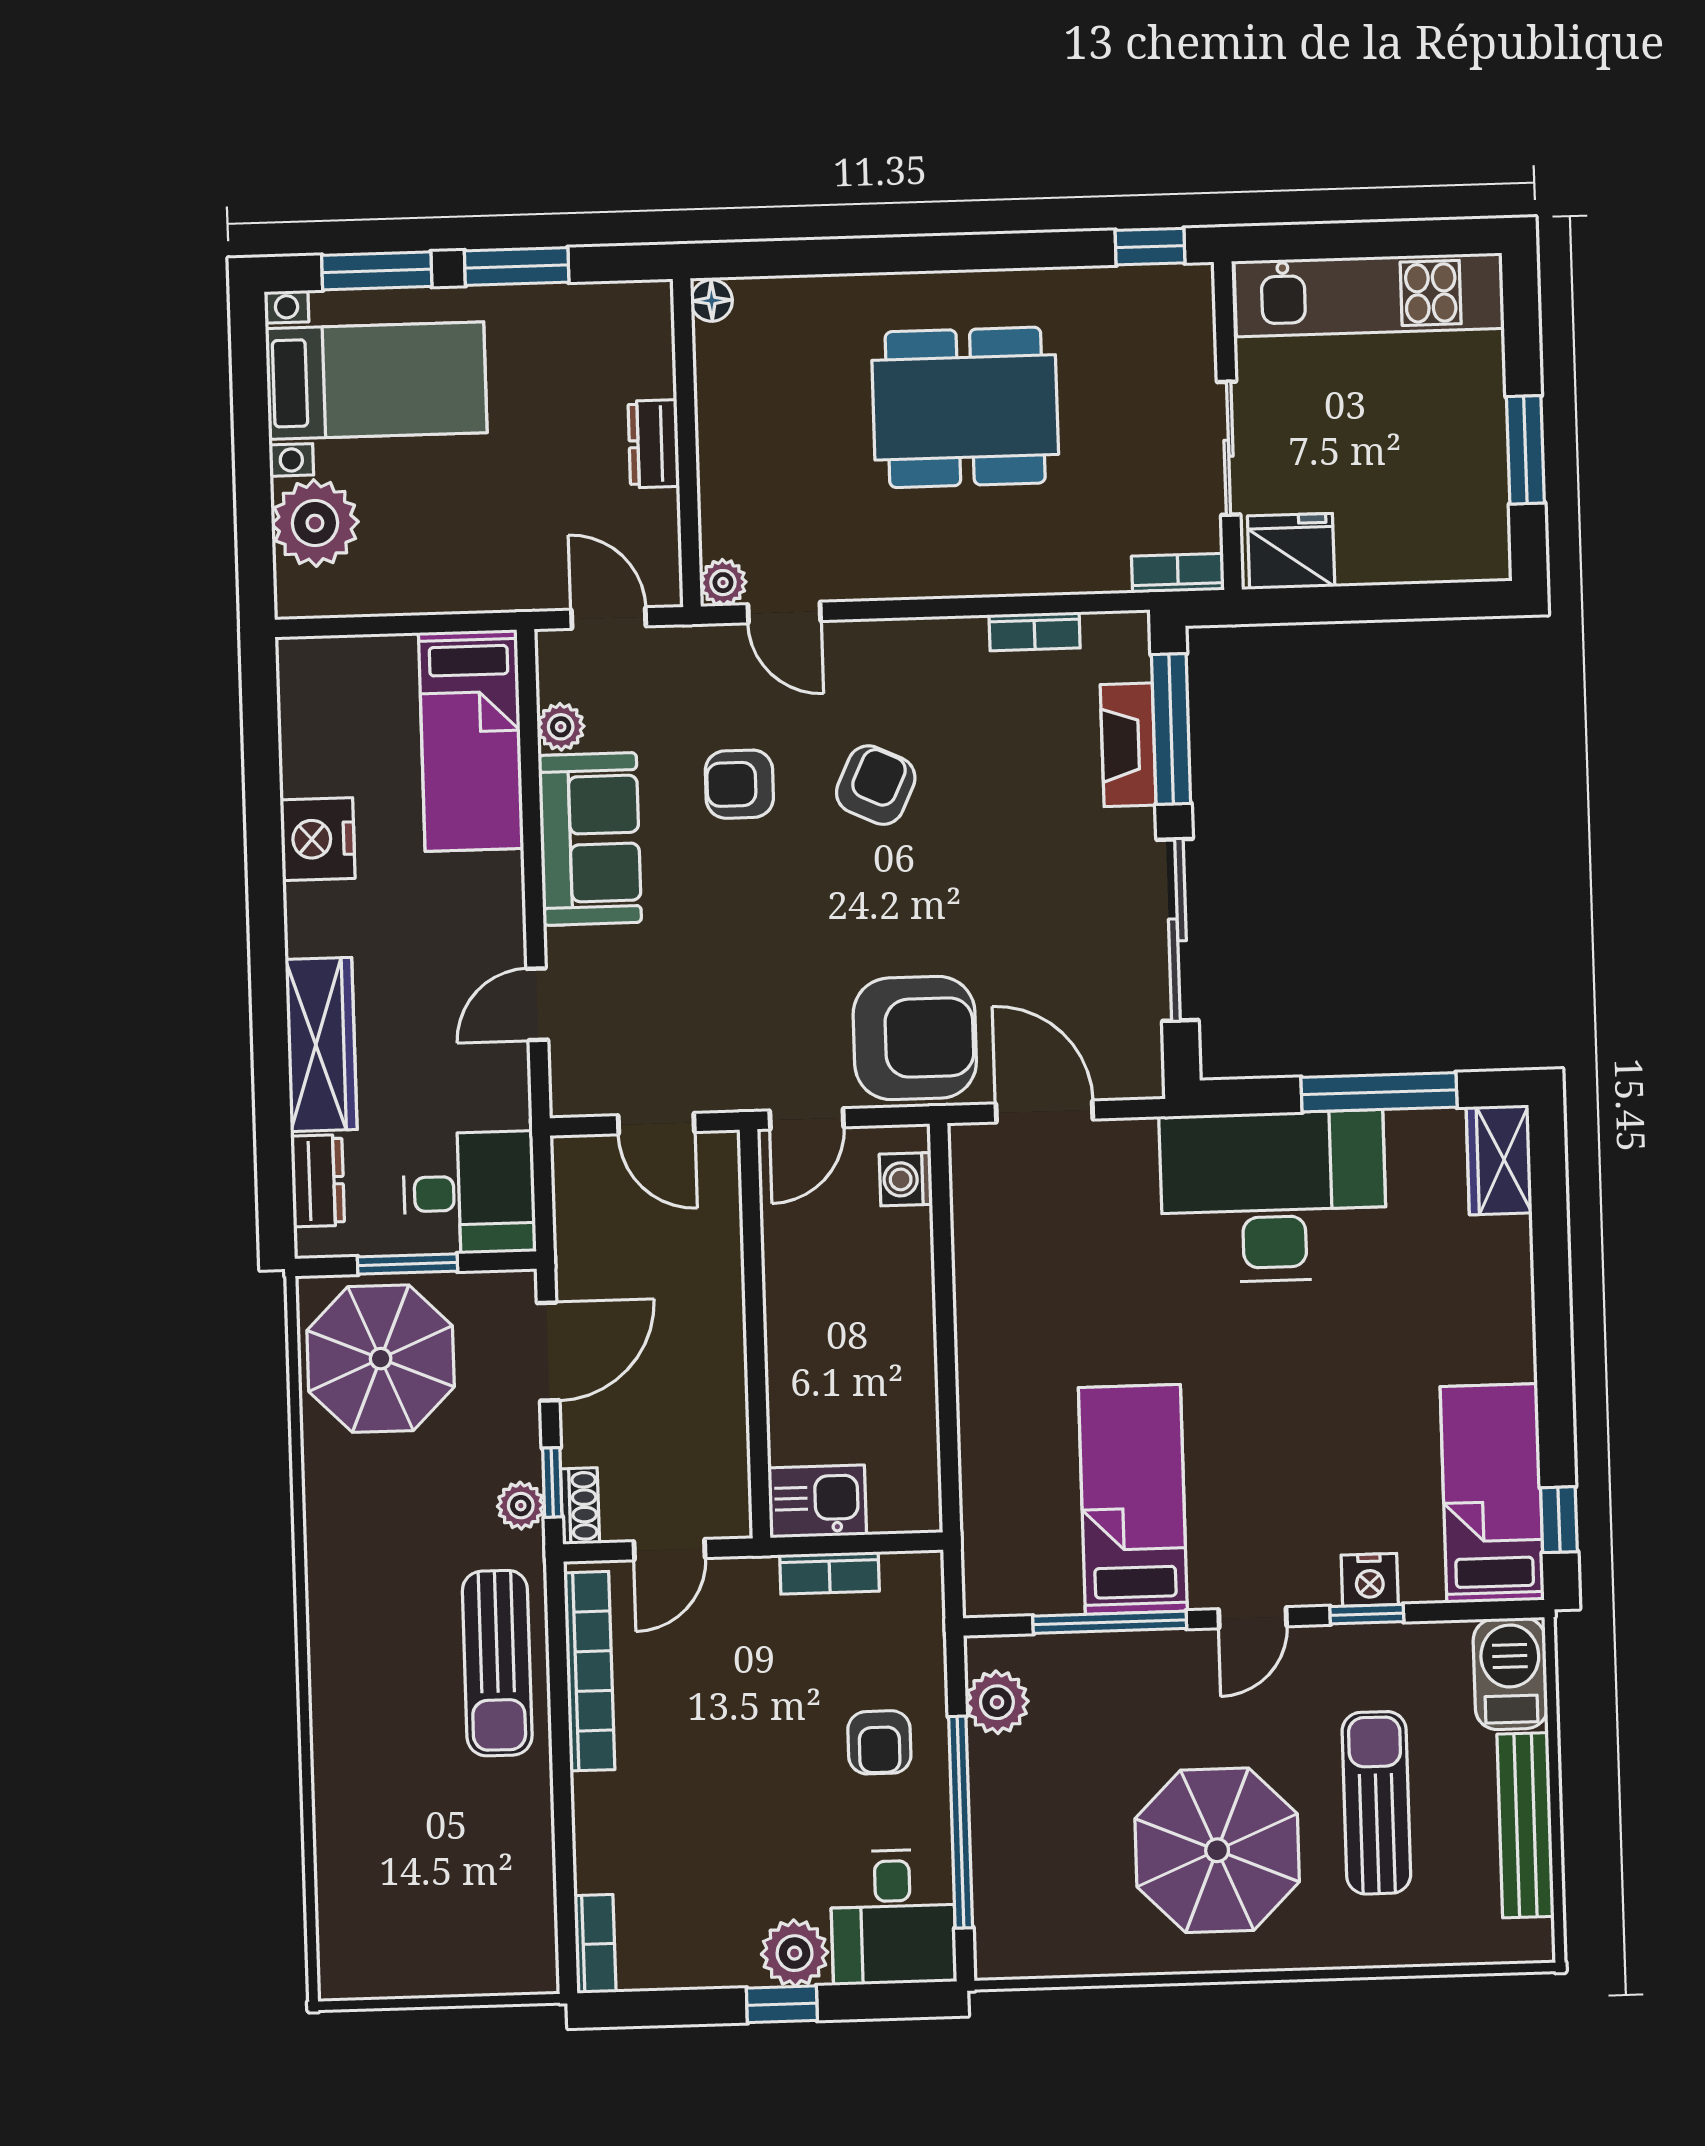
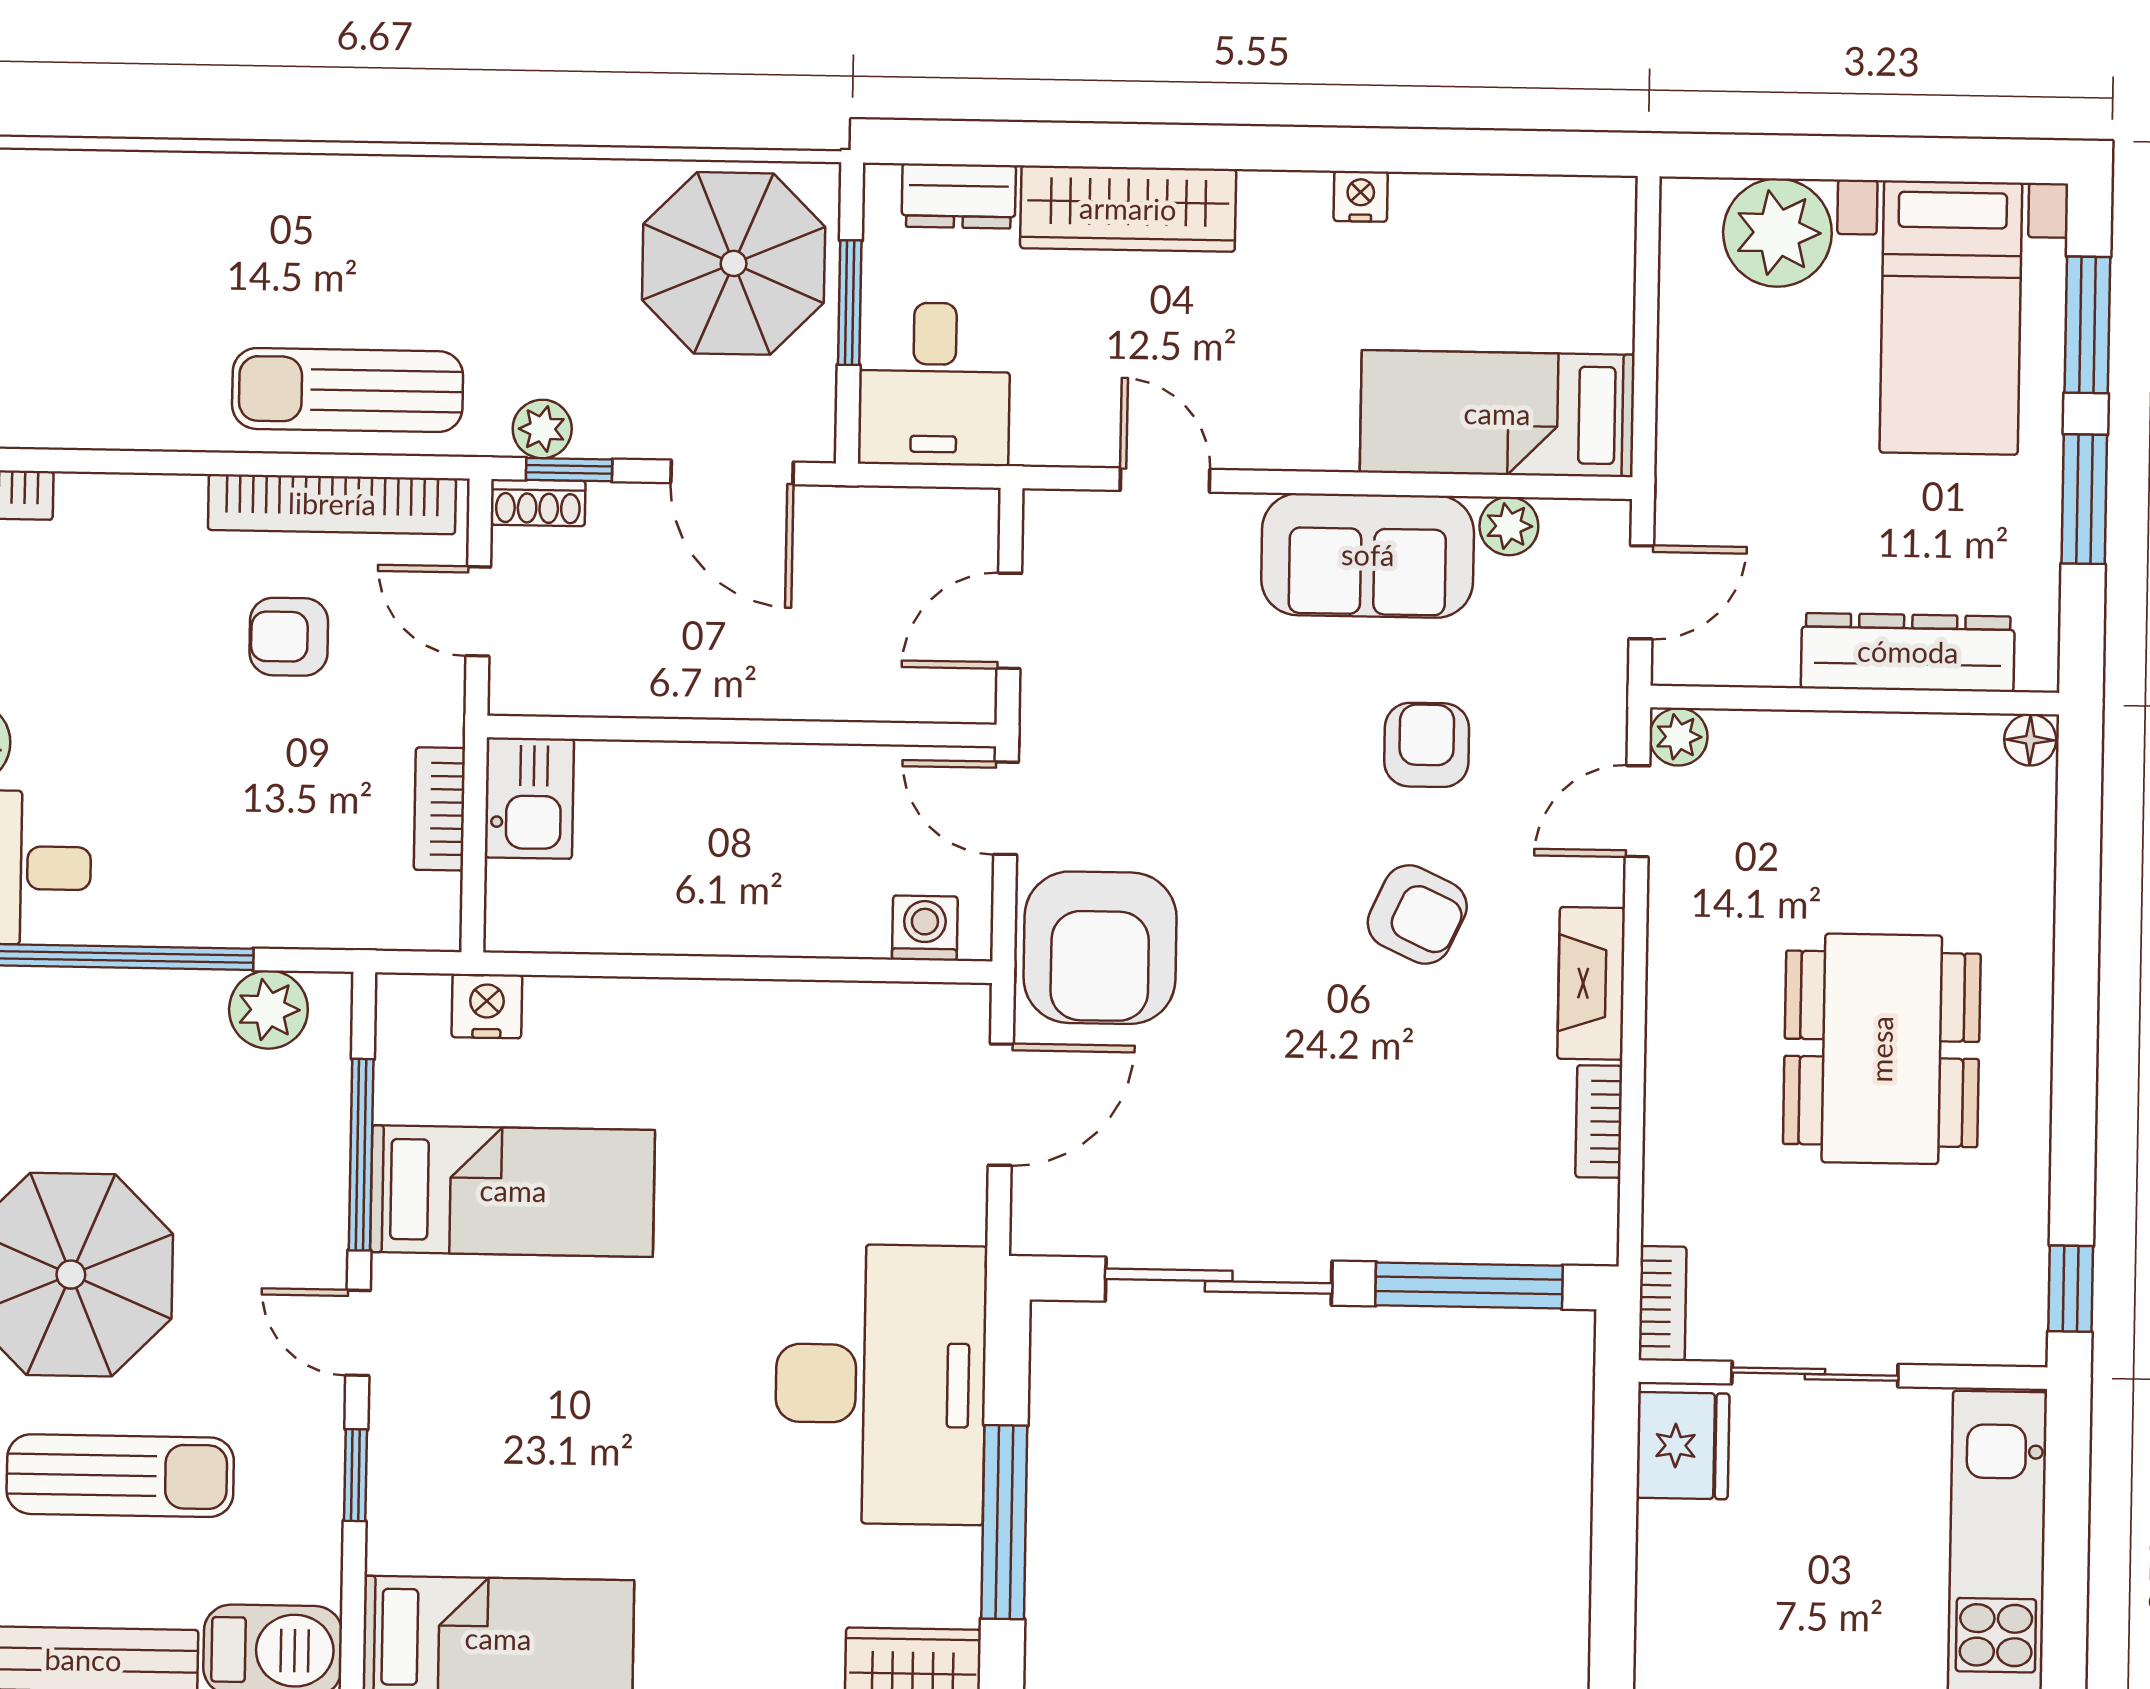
dresser: (654, 444) -> (1908, 652), width x1.96, depth x1.24
fireplace: (1128, 745) -> (1591, 983), moved, turned -90
nightstand: (318, 839) -> (1361, 196), width x0.53, depth x0.56
nightstand: (1370, 1580) -> (487, 1006), moved, turned 90
armchair: (879, 1742) -> (289, 637), moved

